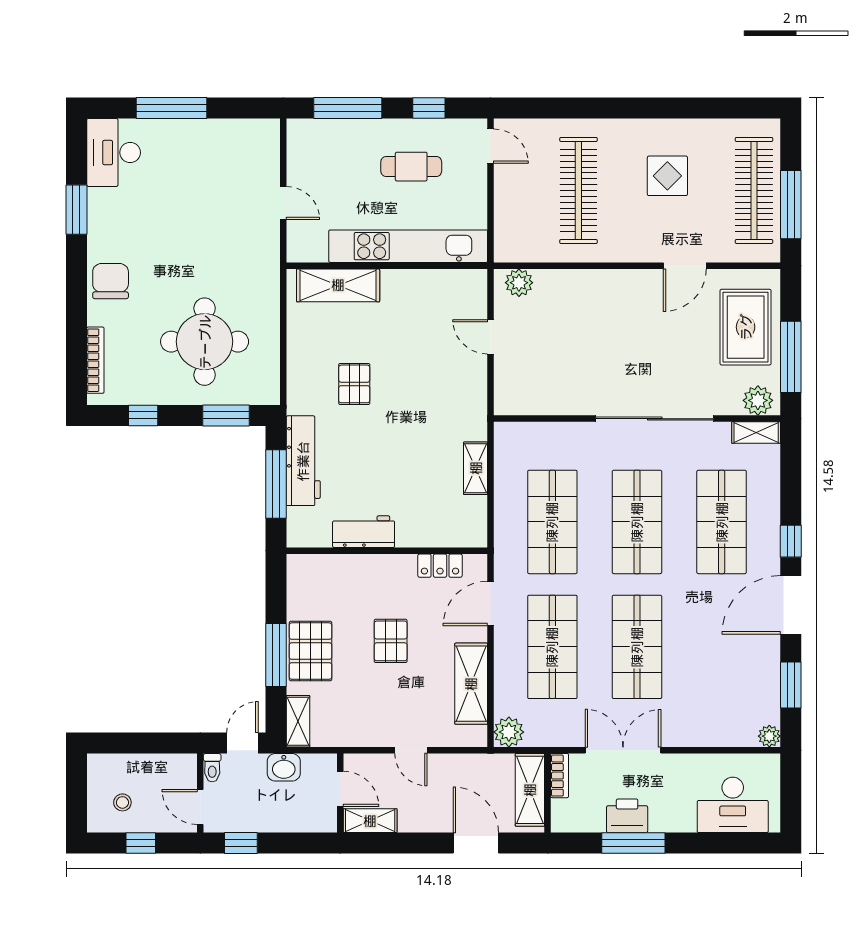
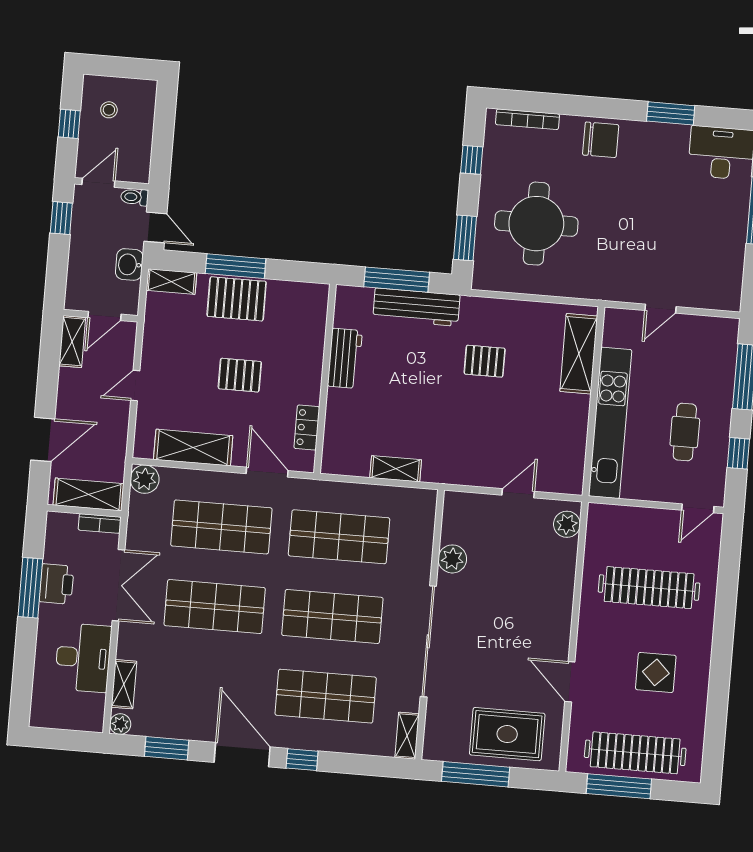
plant: (758, 400) -> (452, 559), moved
shelving: (727, 736) -> (124, 684), added
desk: (733, 805) -> (83, 658), moved, turned 180

